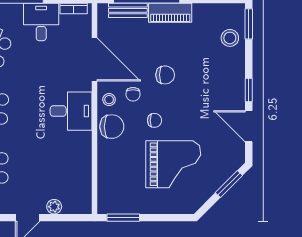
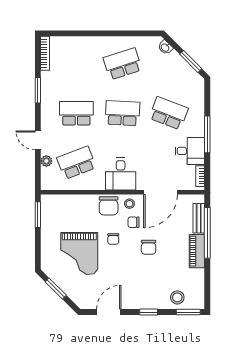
window: (249, 90) -> (149, 312), moved
school desk: (56, 168) -> (76, 163), added
window: (229, 184) -> (56, 288), moved

